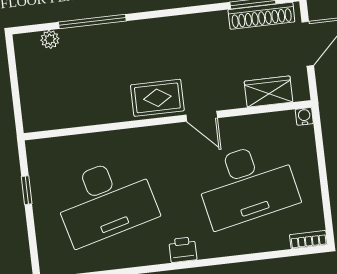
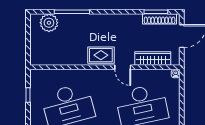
plant: (50, 39) -> (49, 23), width x1.88, depth x1.88
wardrobe: (269, 92) -> (153, 59), width x1.50

